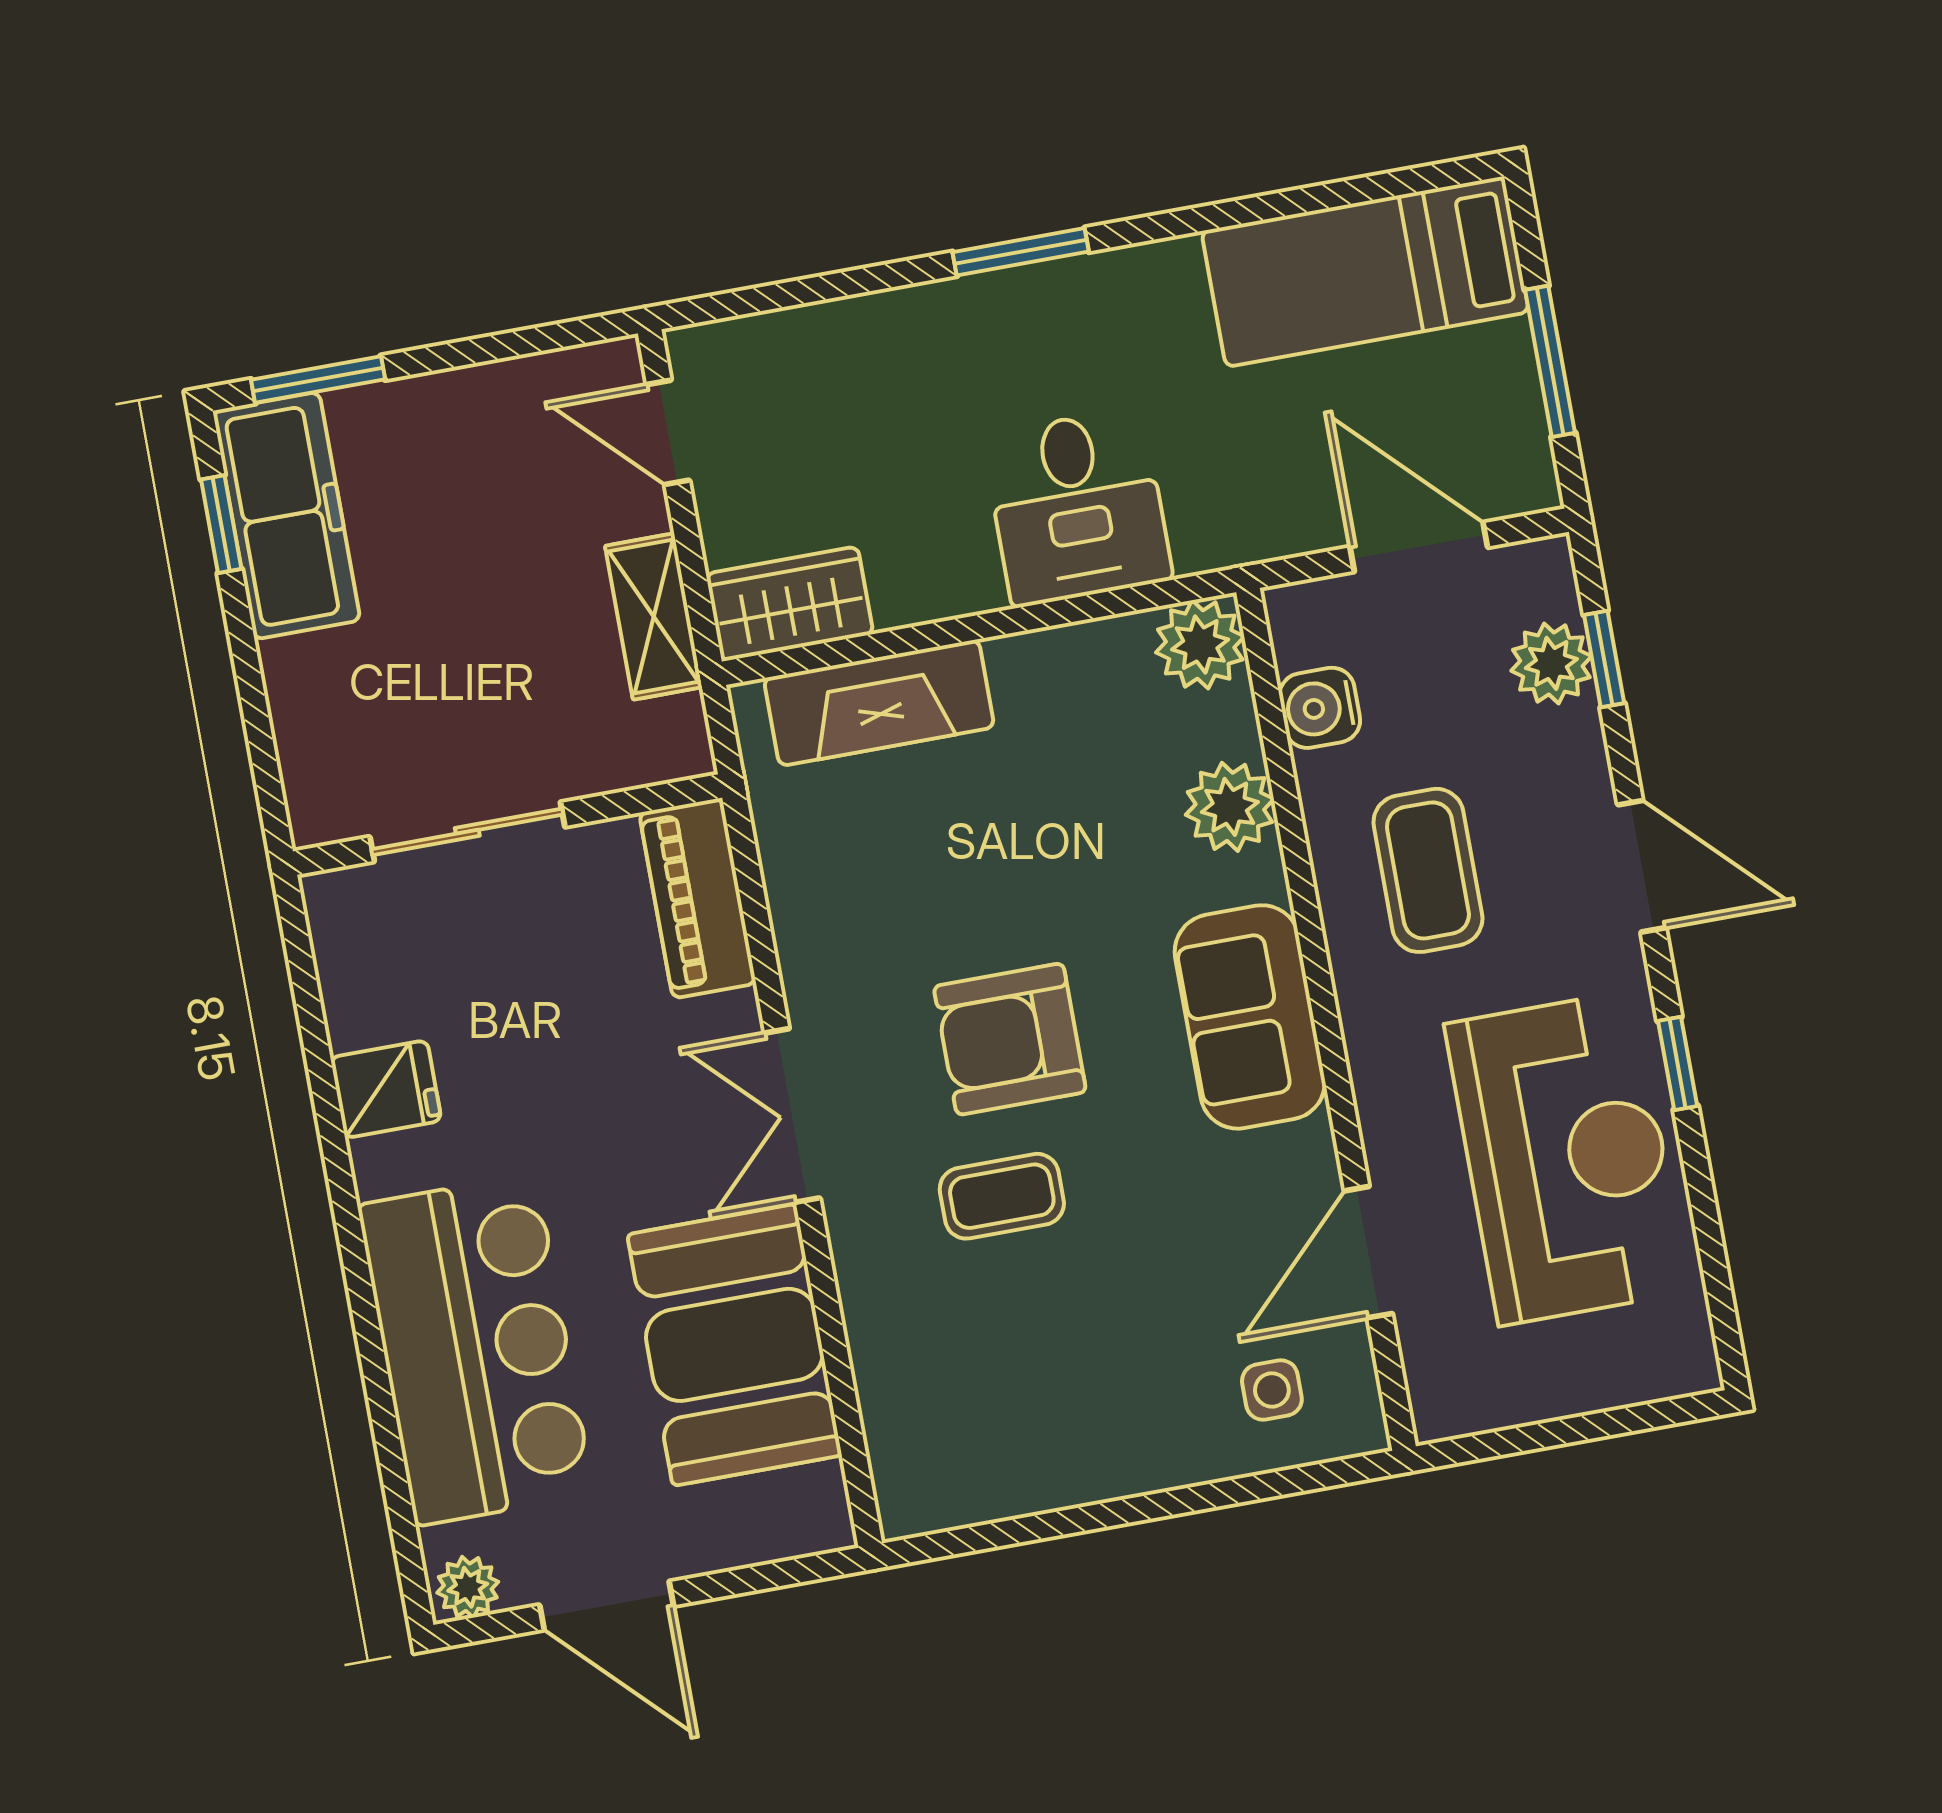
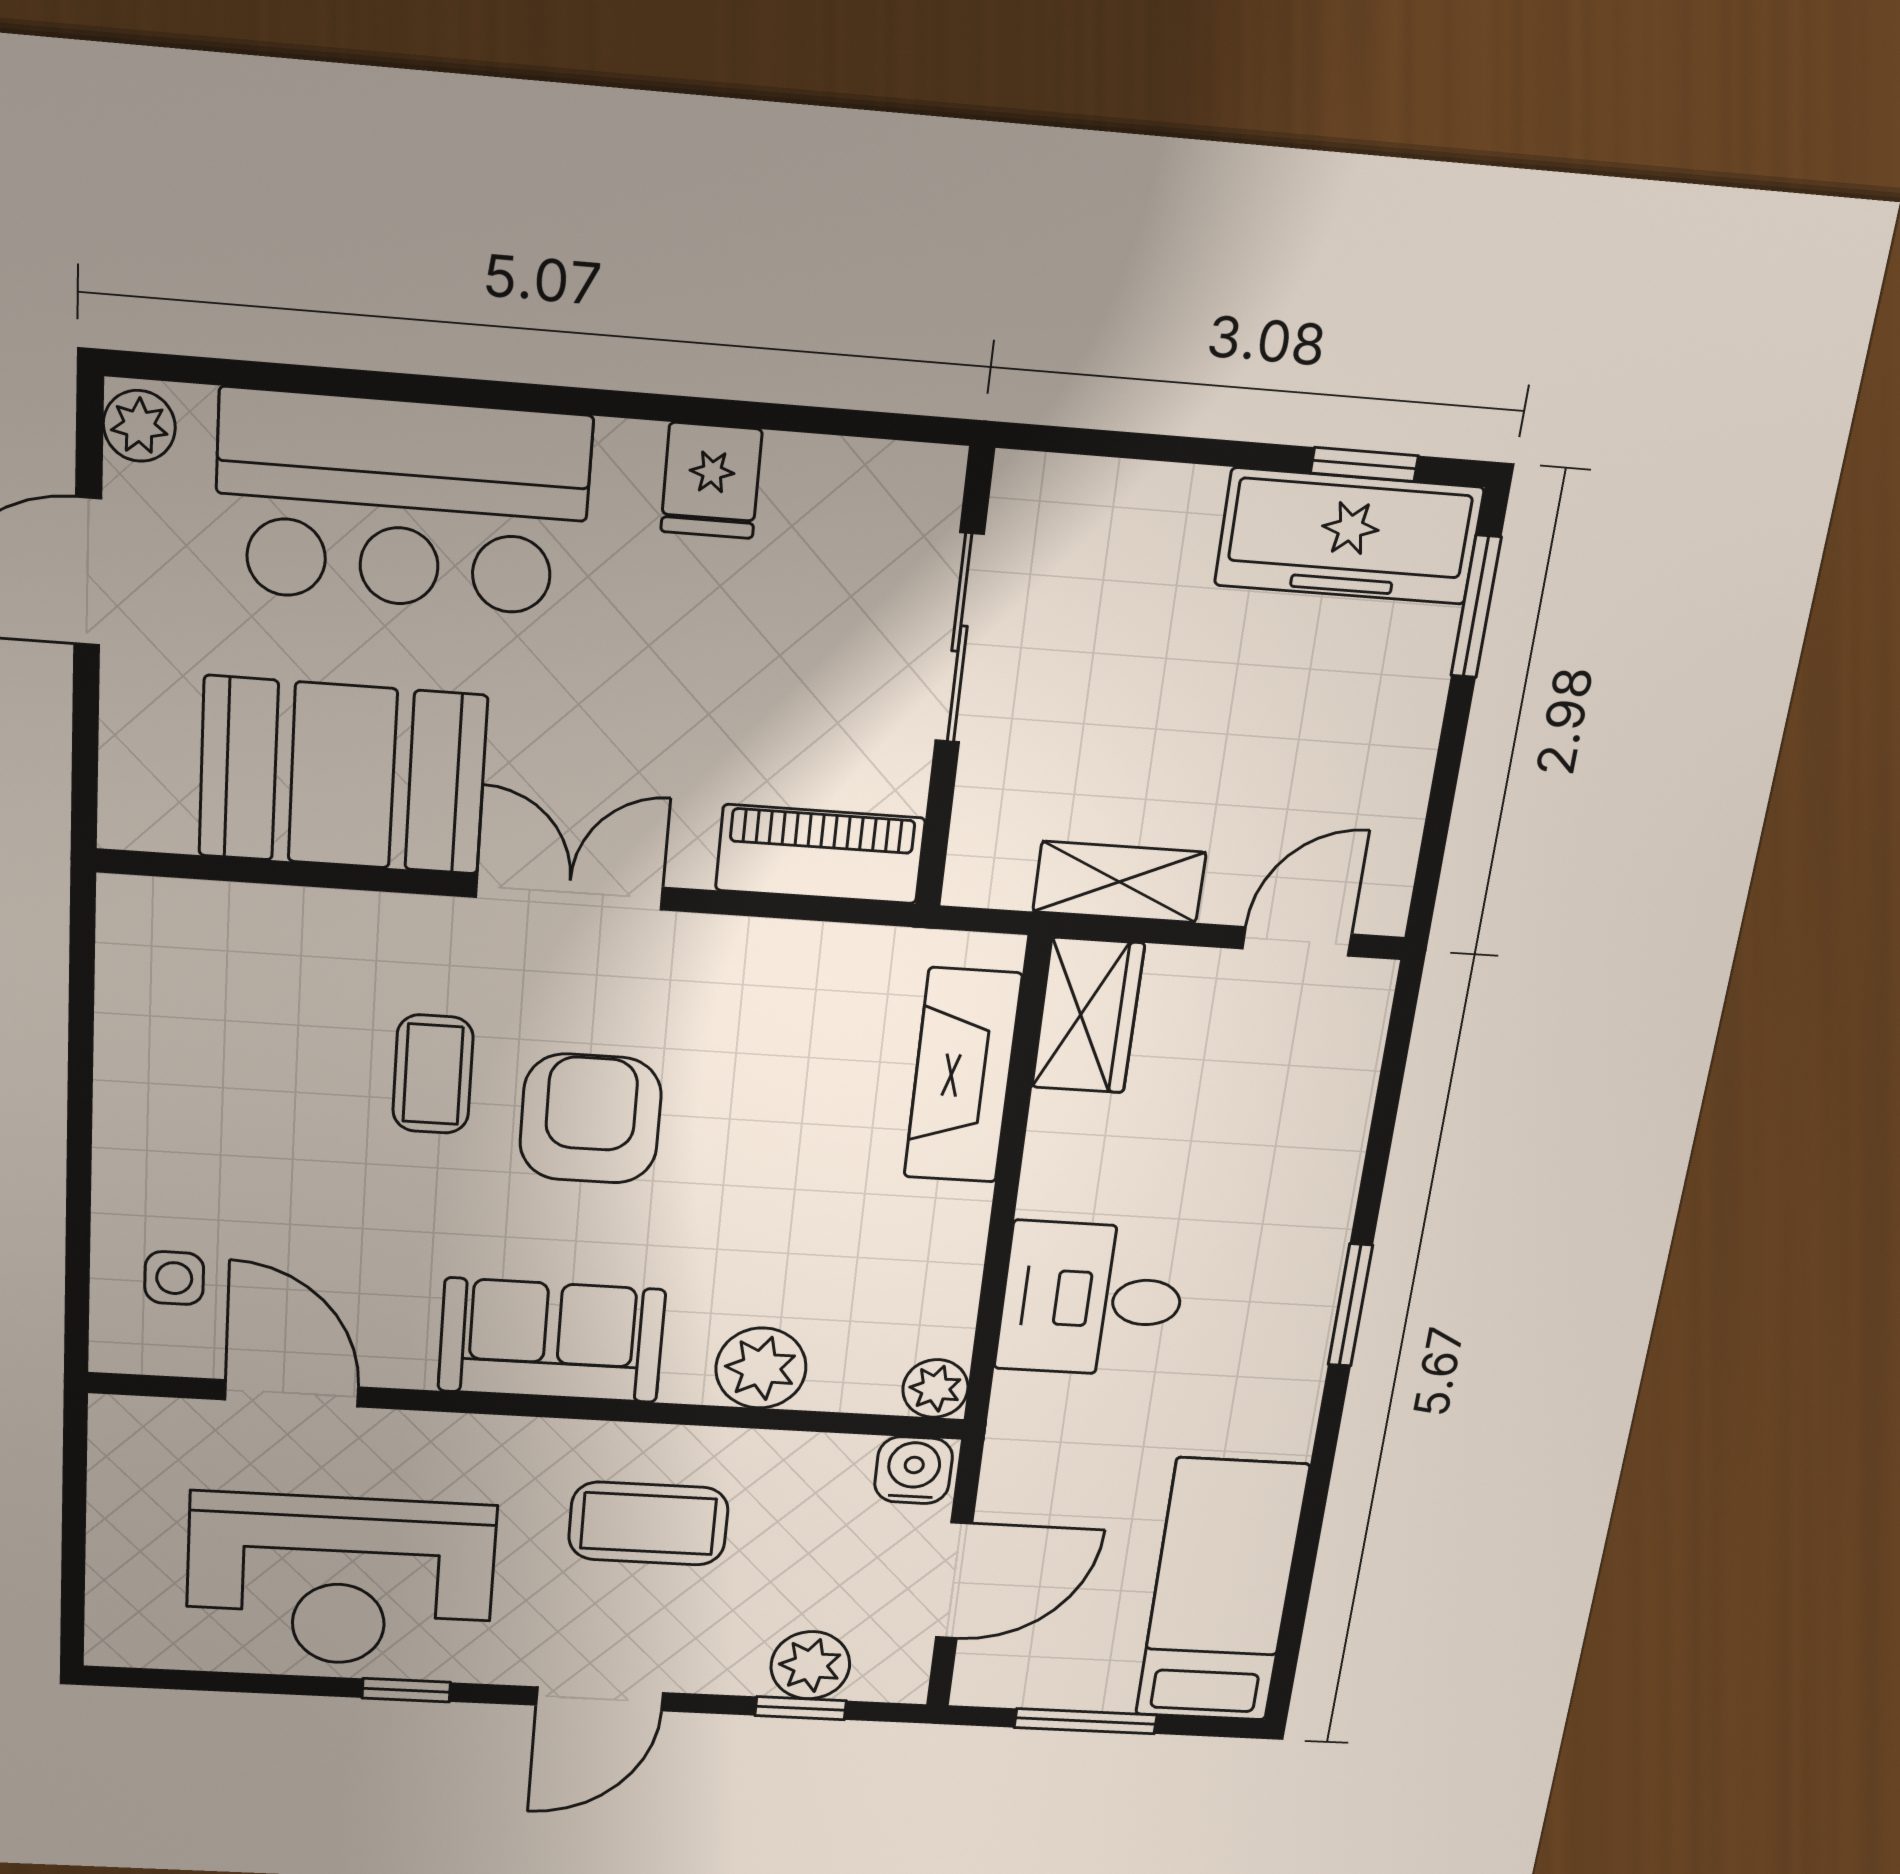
plant: (1200, 644) -> (935, 1388), width x0.73, depth x0.73
water cooler: (1320, 708) -> (914, 1470), moved

